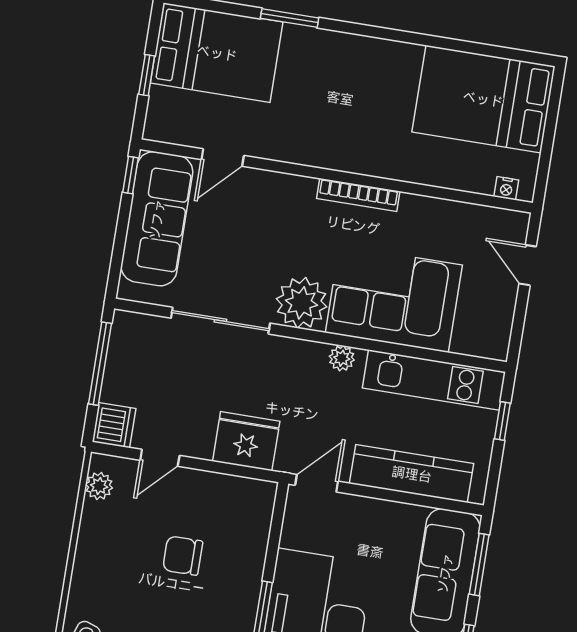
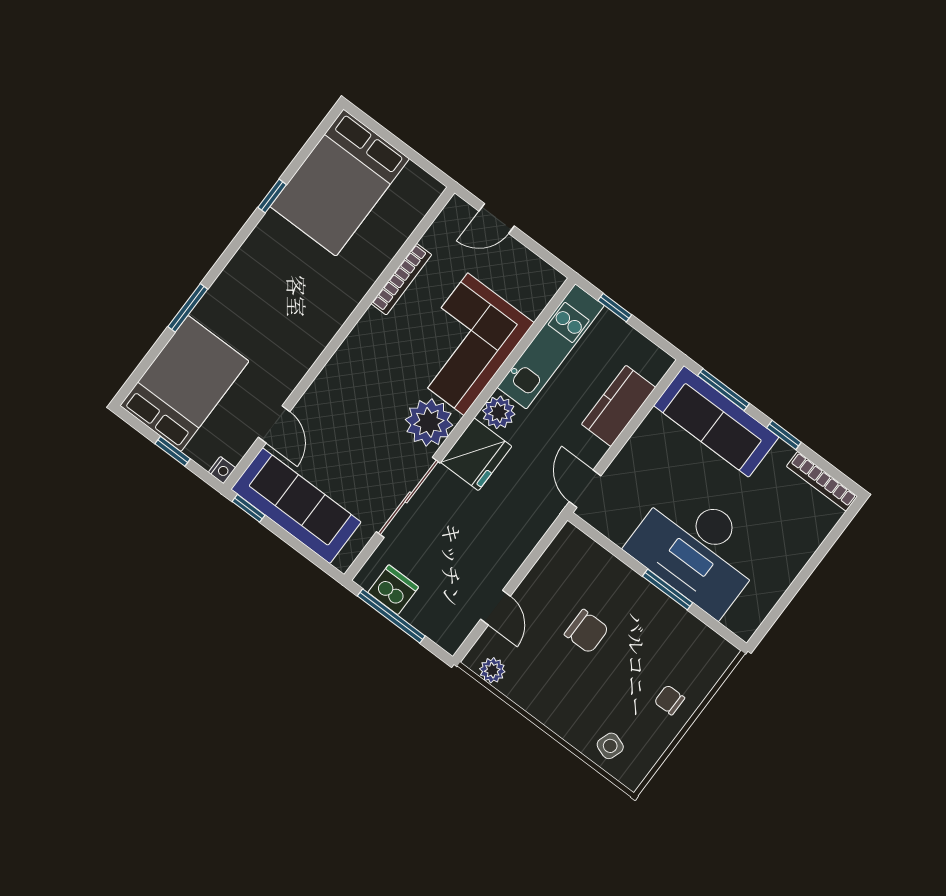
window: (437, 42) -> (272, 196), added
nightstand: (506, 188) -> (222, 470), moved
bookcase: (358, 195) -> (401, 279), moved
plant: (342, 358) -> (499, 412), width x1.38, depth x1.38
dishwasher: (114, 425) -> (393, 590), moved
fridge: (246, 441) -> (476, 454), moved, turned 180
kitchen counter: (412, 474) -> (619, 406), width x0.67
chair: (183, 556) -> (587, 631), turned -90

